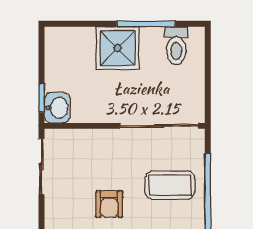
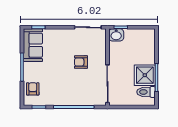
shower: (118, 48) -> (145, 75), moved
coffee table: (170, 185) -> (79, 89), removed
armchair: (109, 204) -> (81, 62), moved

